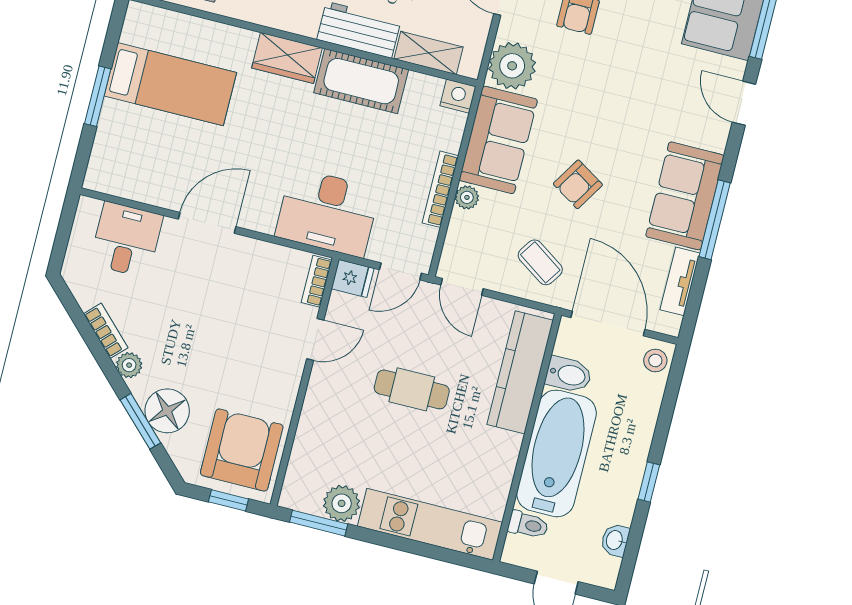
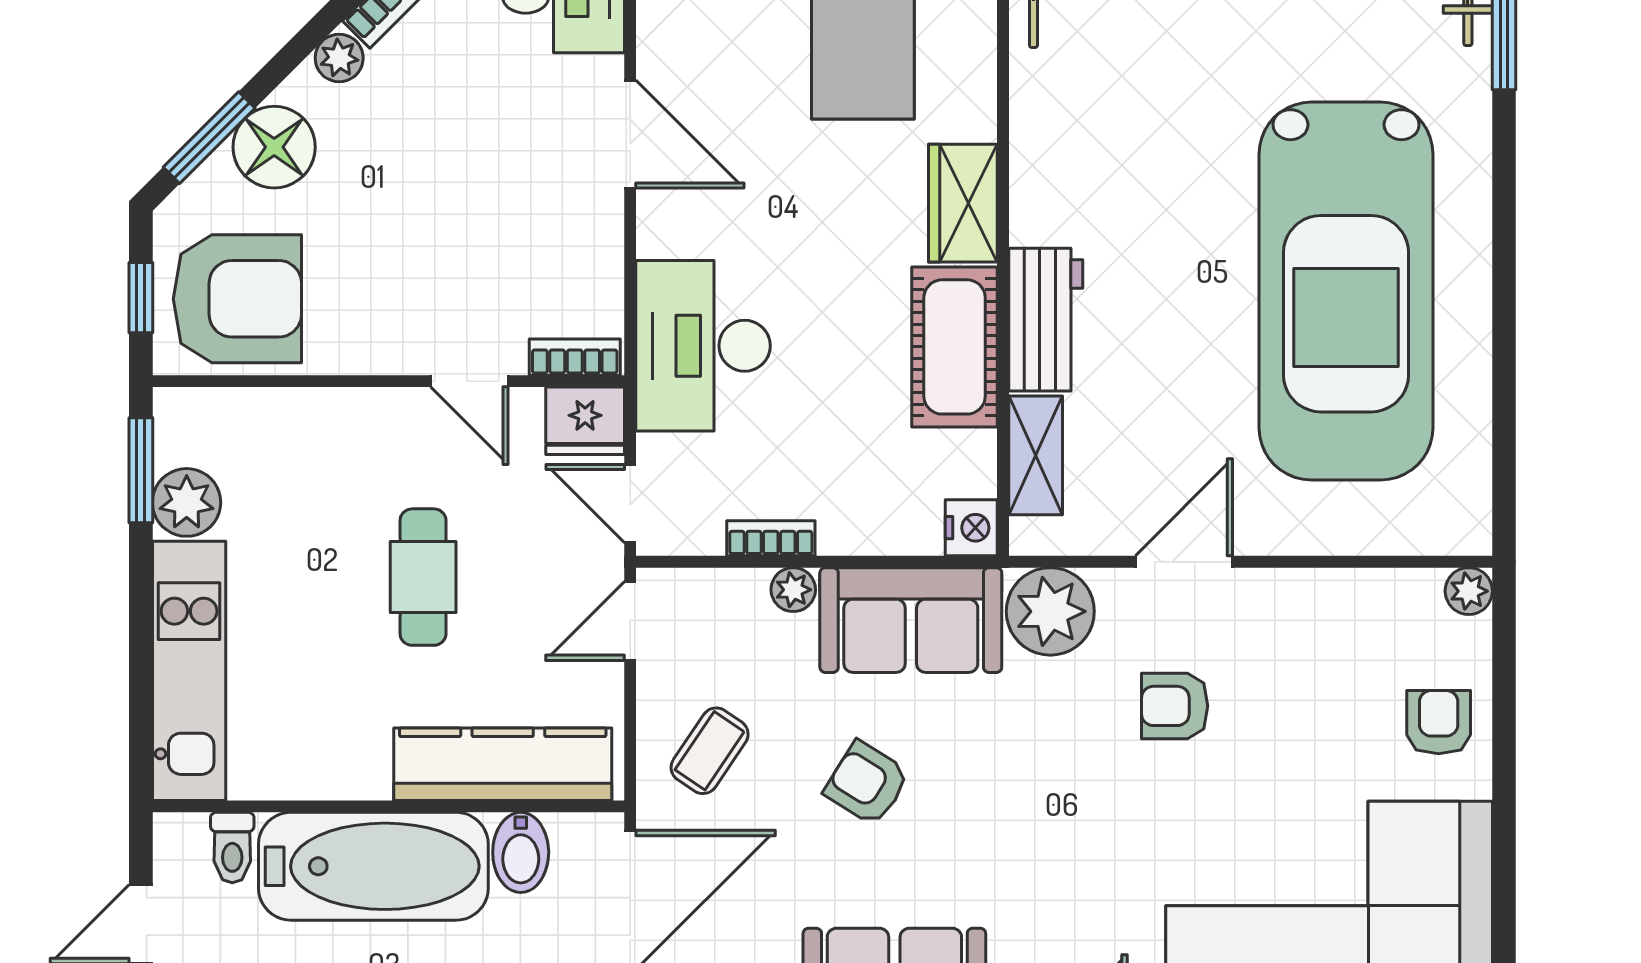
bookcase: (440, 189) -> (771, 538), width x0.64
fridge: (353, 278) -> (585, 421), width x1.38
window: (140, 421) -> (209, 138), moved

